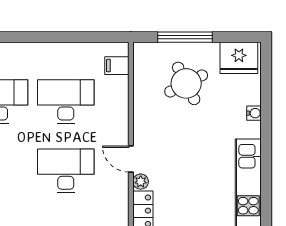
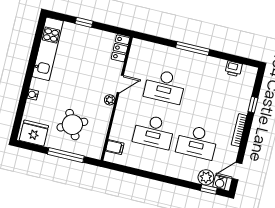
door: (131, 159) -> (120, 84), hinge flipped
plant: (141, 182) -> (110, 100), moved

